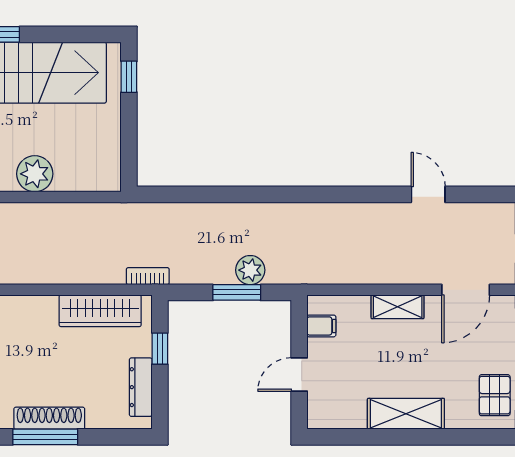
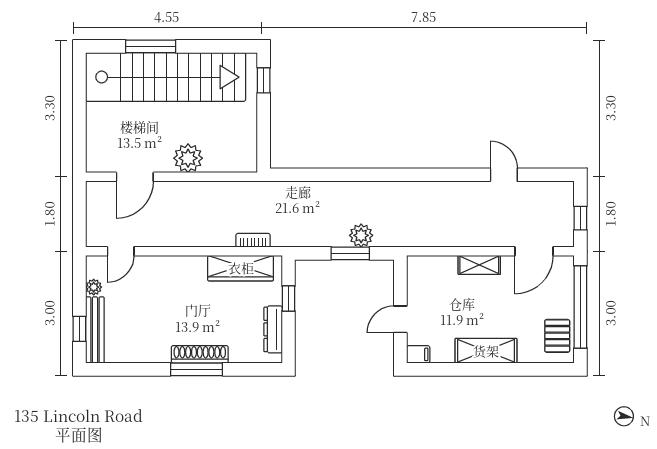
bookcase: (148, 276) -> (253, 240), moved
filing cabinet: (321, 326) -> (418, 354), moved

